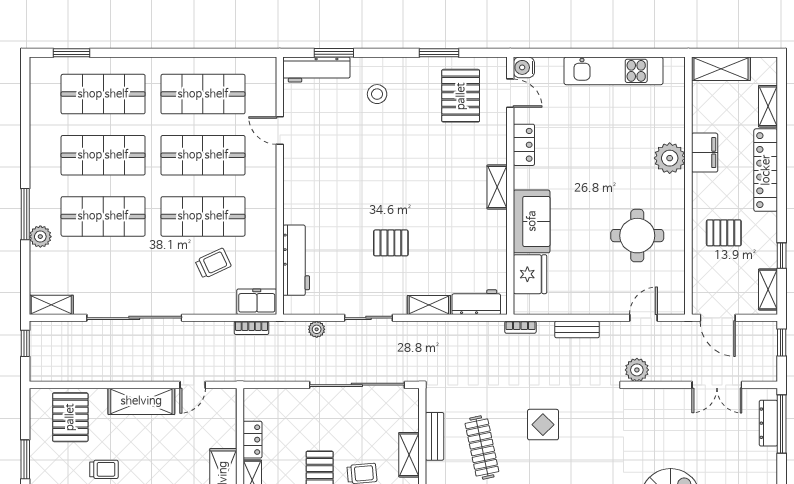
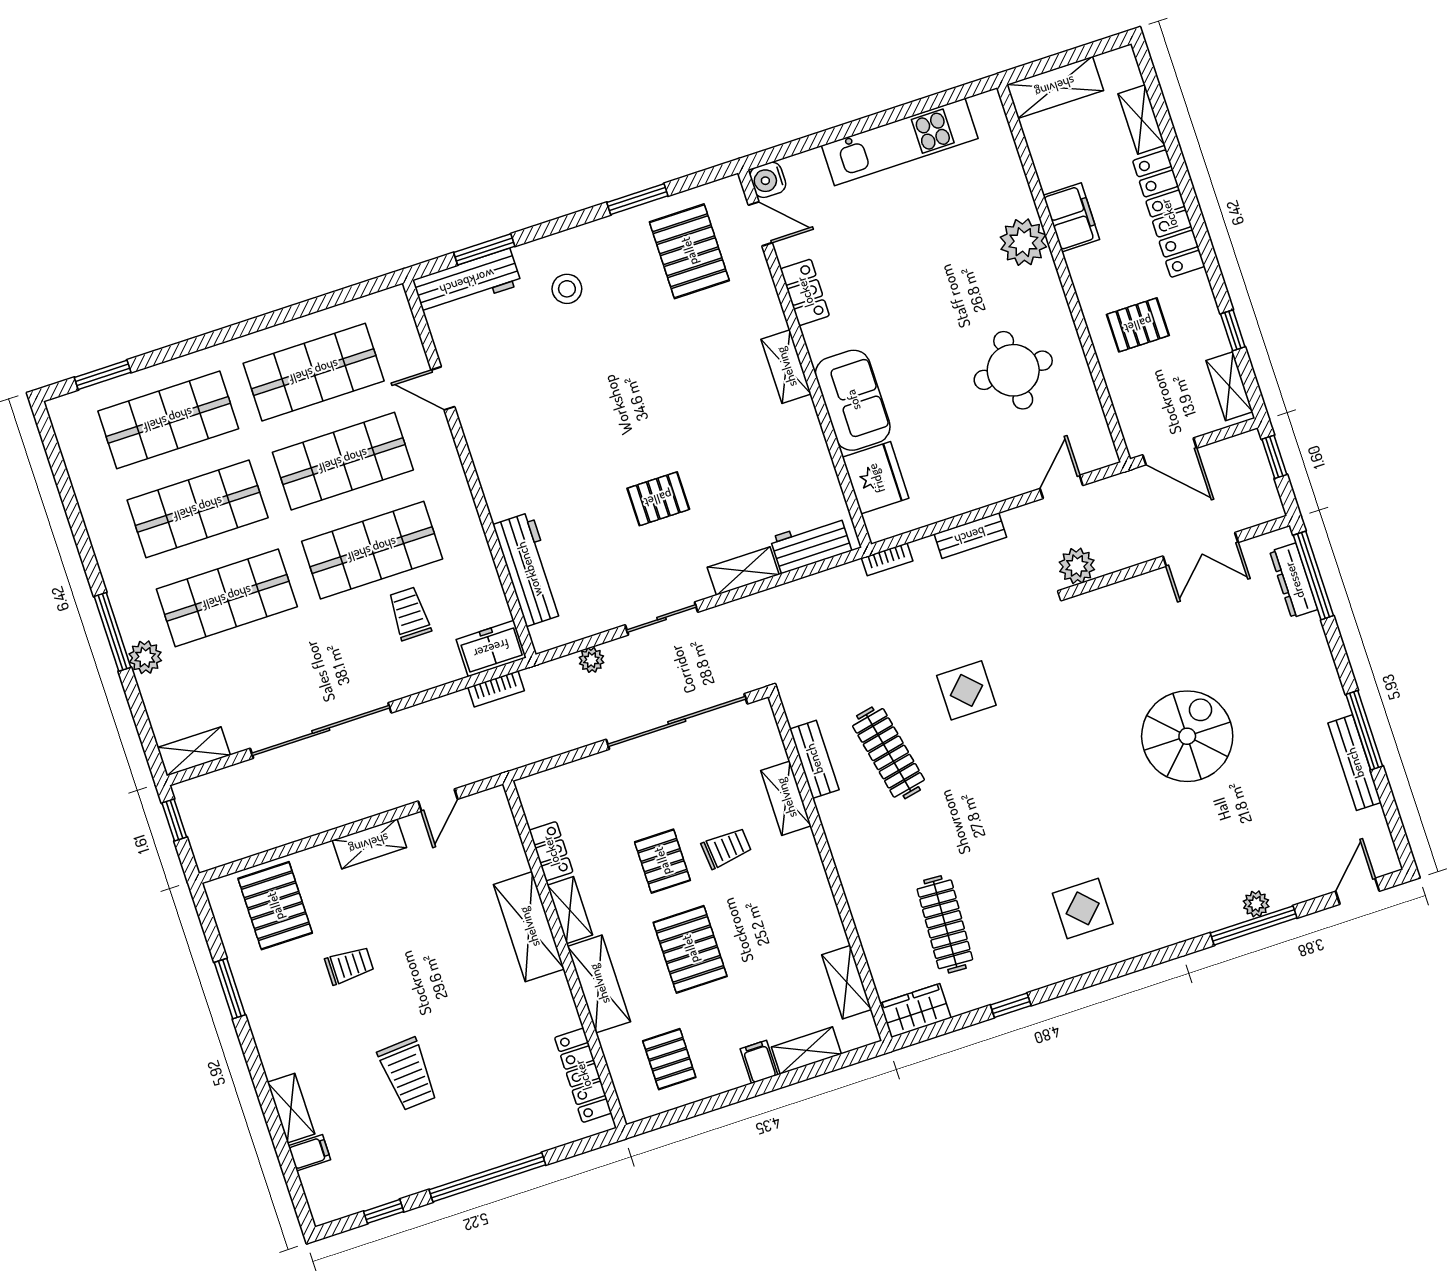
trolley: (213, 263) -> (409, 614), turned -65
shelving: (141, 401) -> (369, 844), width x0.67, depth x0.75

